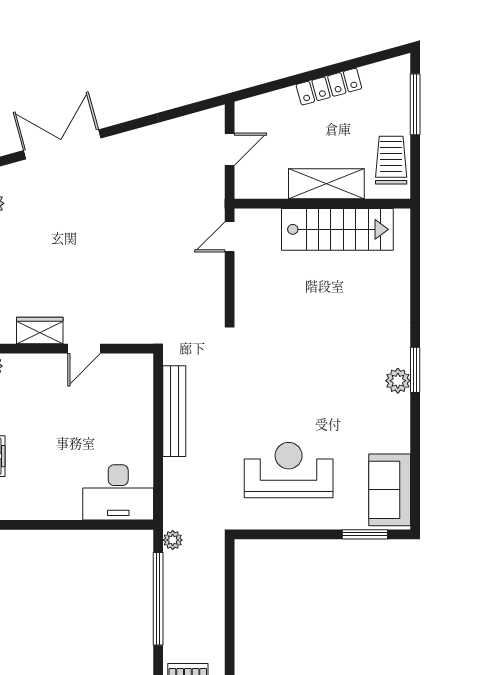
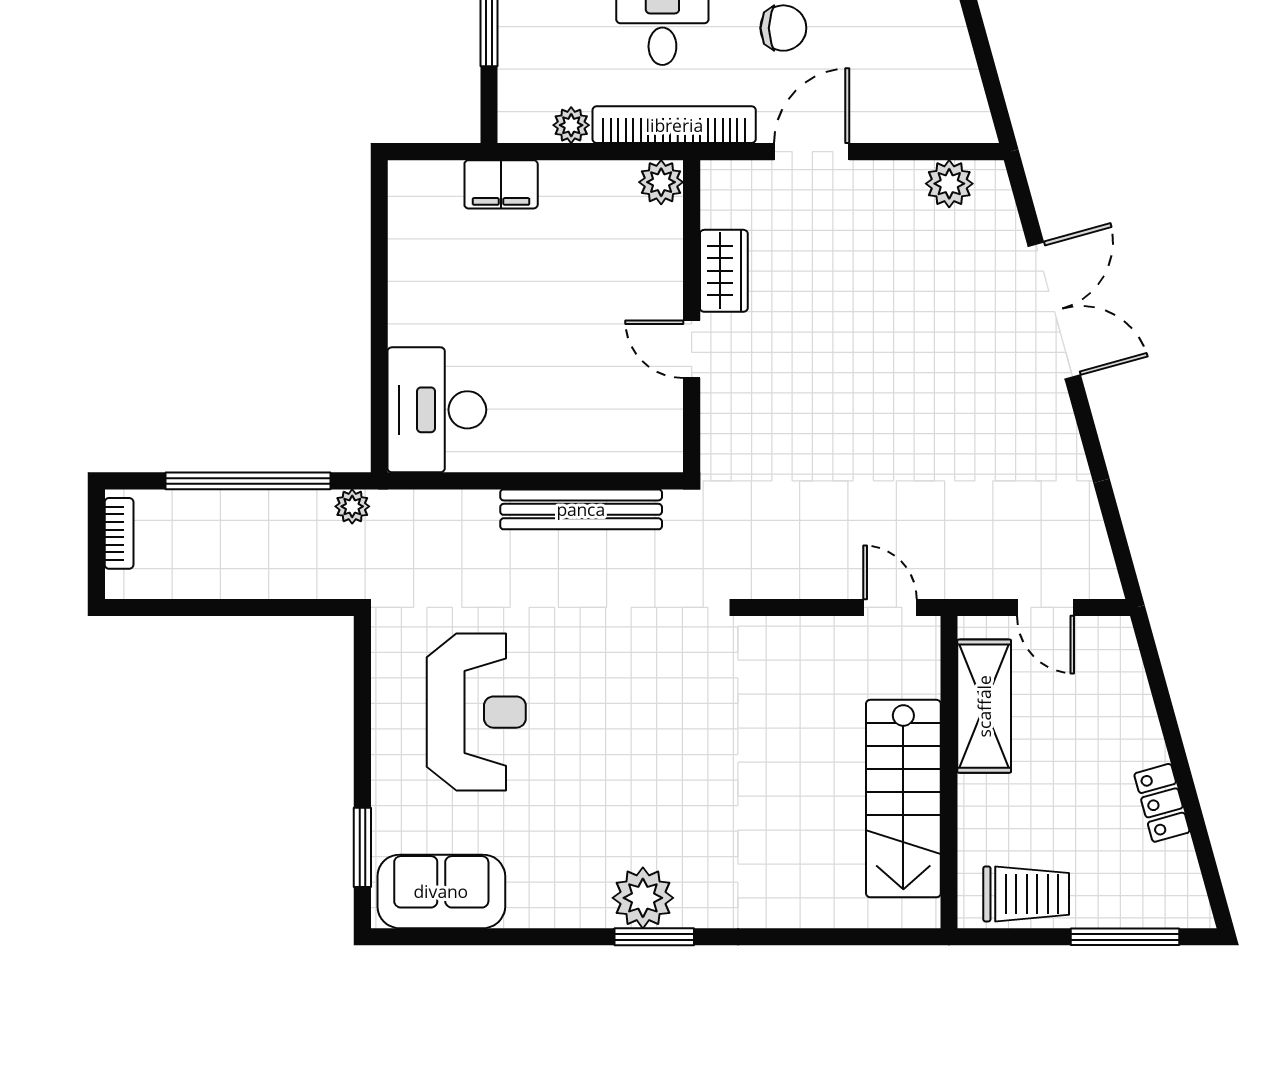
locker: (329, 87) -> (1162, 803), width x0.66
shelving: (326, 184) -> (984, 706), moved
plant: (398, 381) -> (643, 898), width x1.36, depth x1.36

